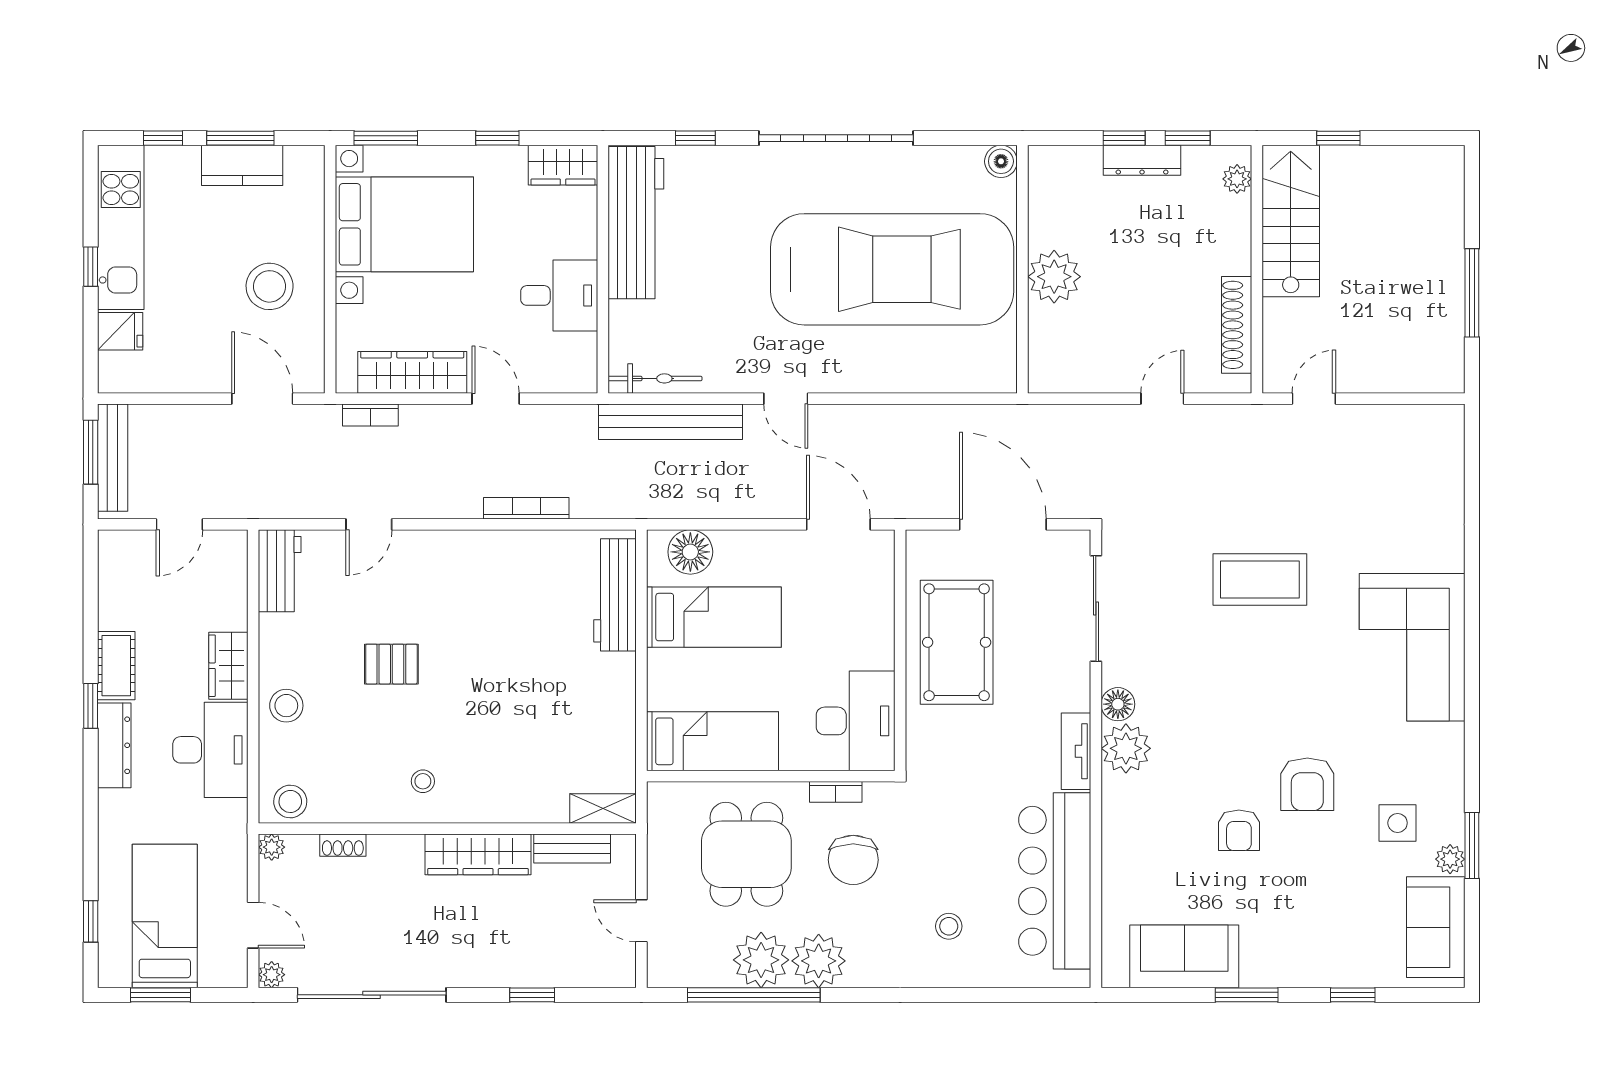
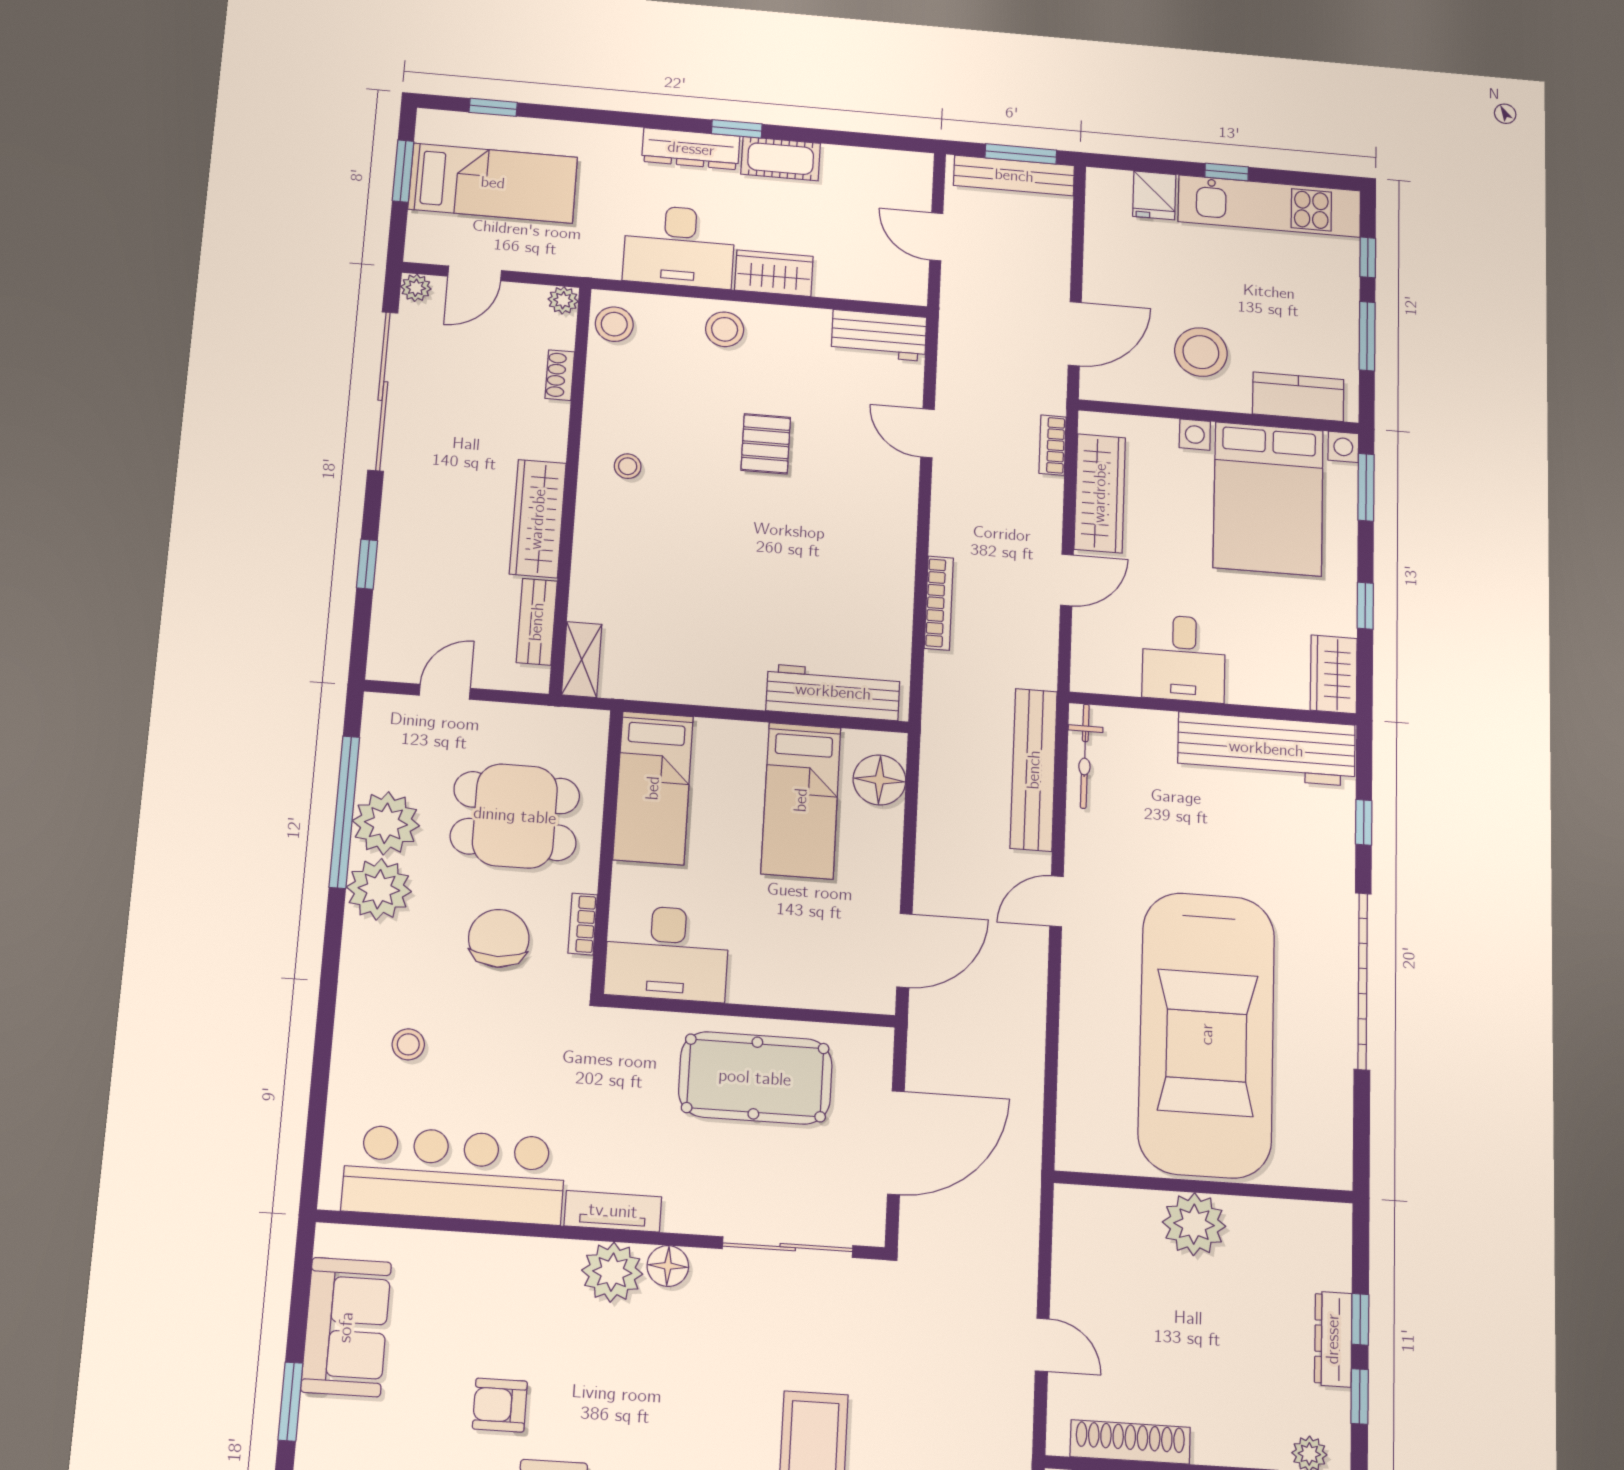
boiler: (1001, 161) -> (1333, 1170), removed
kitchen counter: (242, 165) -> (1298, 397), moved, turned 90
chair: (853, 860) -> (499, 938), turned 89

